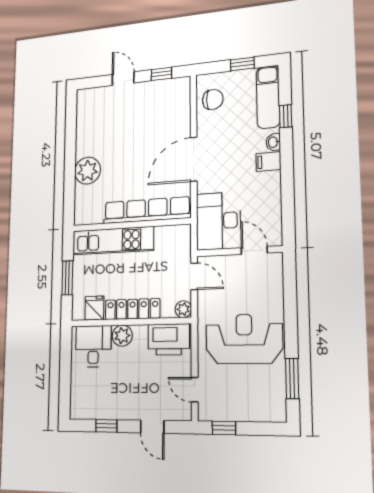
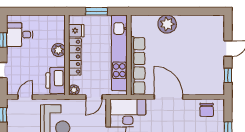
kitchen unit: (113, 241) -> (119, 53), width x1.36
desk: (93, 346) -> (20, 35), moved, turned 180

